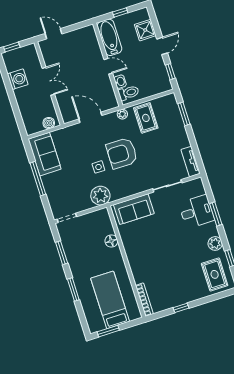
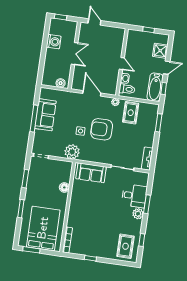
bathtub: (109, 37) -> (155, 87), moved, turned 180
sofa: (45, 154) -> (45, 115), moved
plant: (215, 243) -> (138, 214), moved
bed: (110, 300) -> (43, 228), width x1.50

